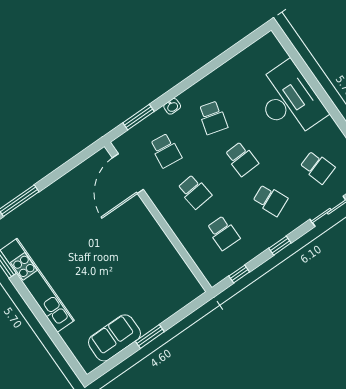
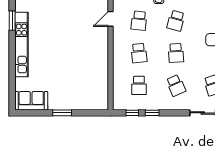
door: (128, 174) -> (110, 19), width x0.53
window: (280, 246) -> (152, 113), moved
sofa: (114, 338) -> (31, 101), moved

